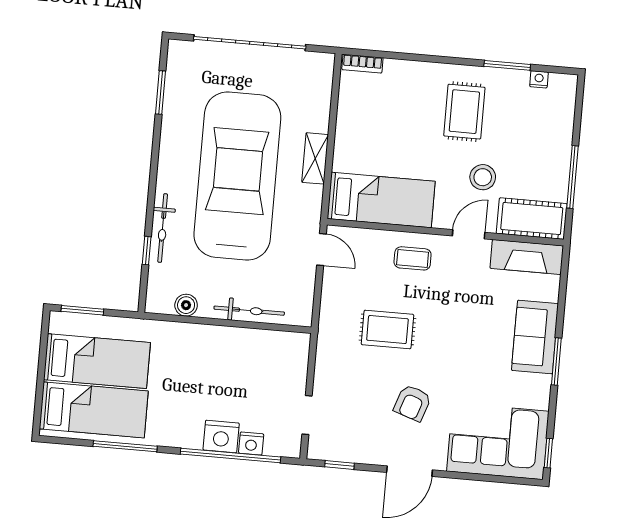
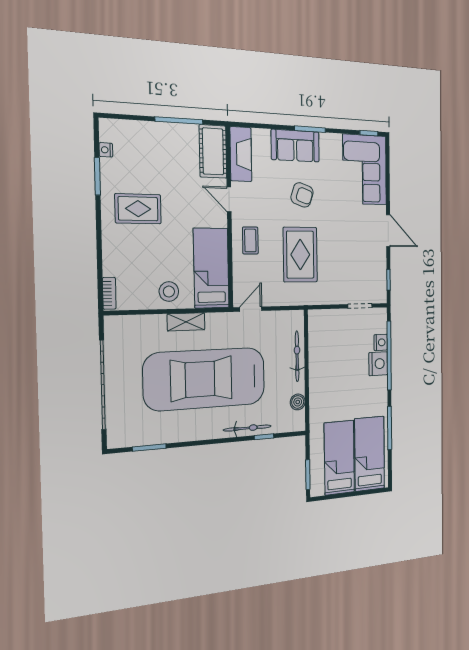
stool: (483, 177) -> (169, 292), moved
rug: (387, 330) -> (300, 255), width x1.36, depth x1.43
armchair: (412, 403) -> (302, 195), moved

